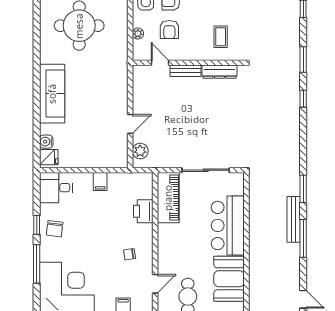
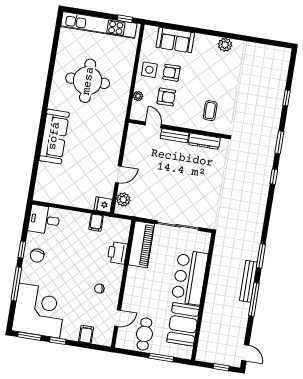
armchair: (169, 30) -> (166, 97), turned -90
water cooler: (46, 142) -> (42, 178), removed
fridge: (49, 157) -> (103, 205), moved, turned 180
filing cabinet: (100, 182) -> (96, 223), moved

